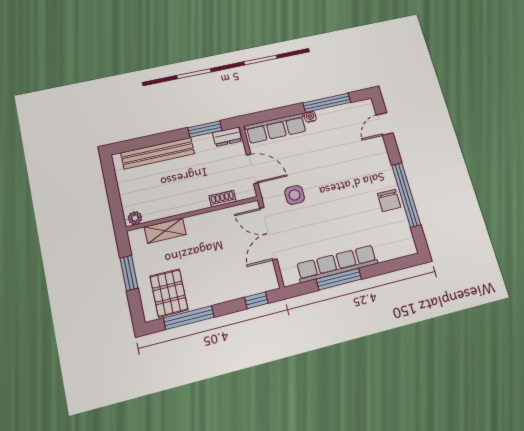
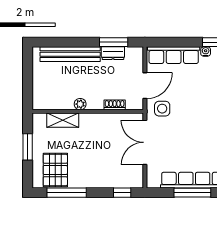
dresser: (227, 137) -> (113, 53), moved
door: (252, 169) -> (145, 86), hinge flipped
side table: (295, 195) -> (162, 109), moved
plant: (135, 218) -> (80, 104), moved

